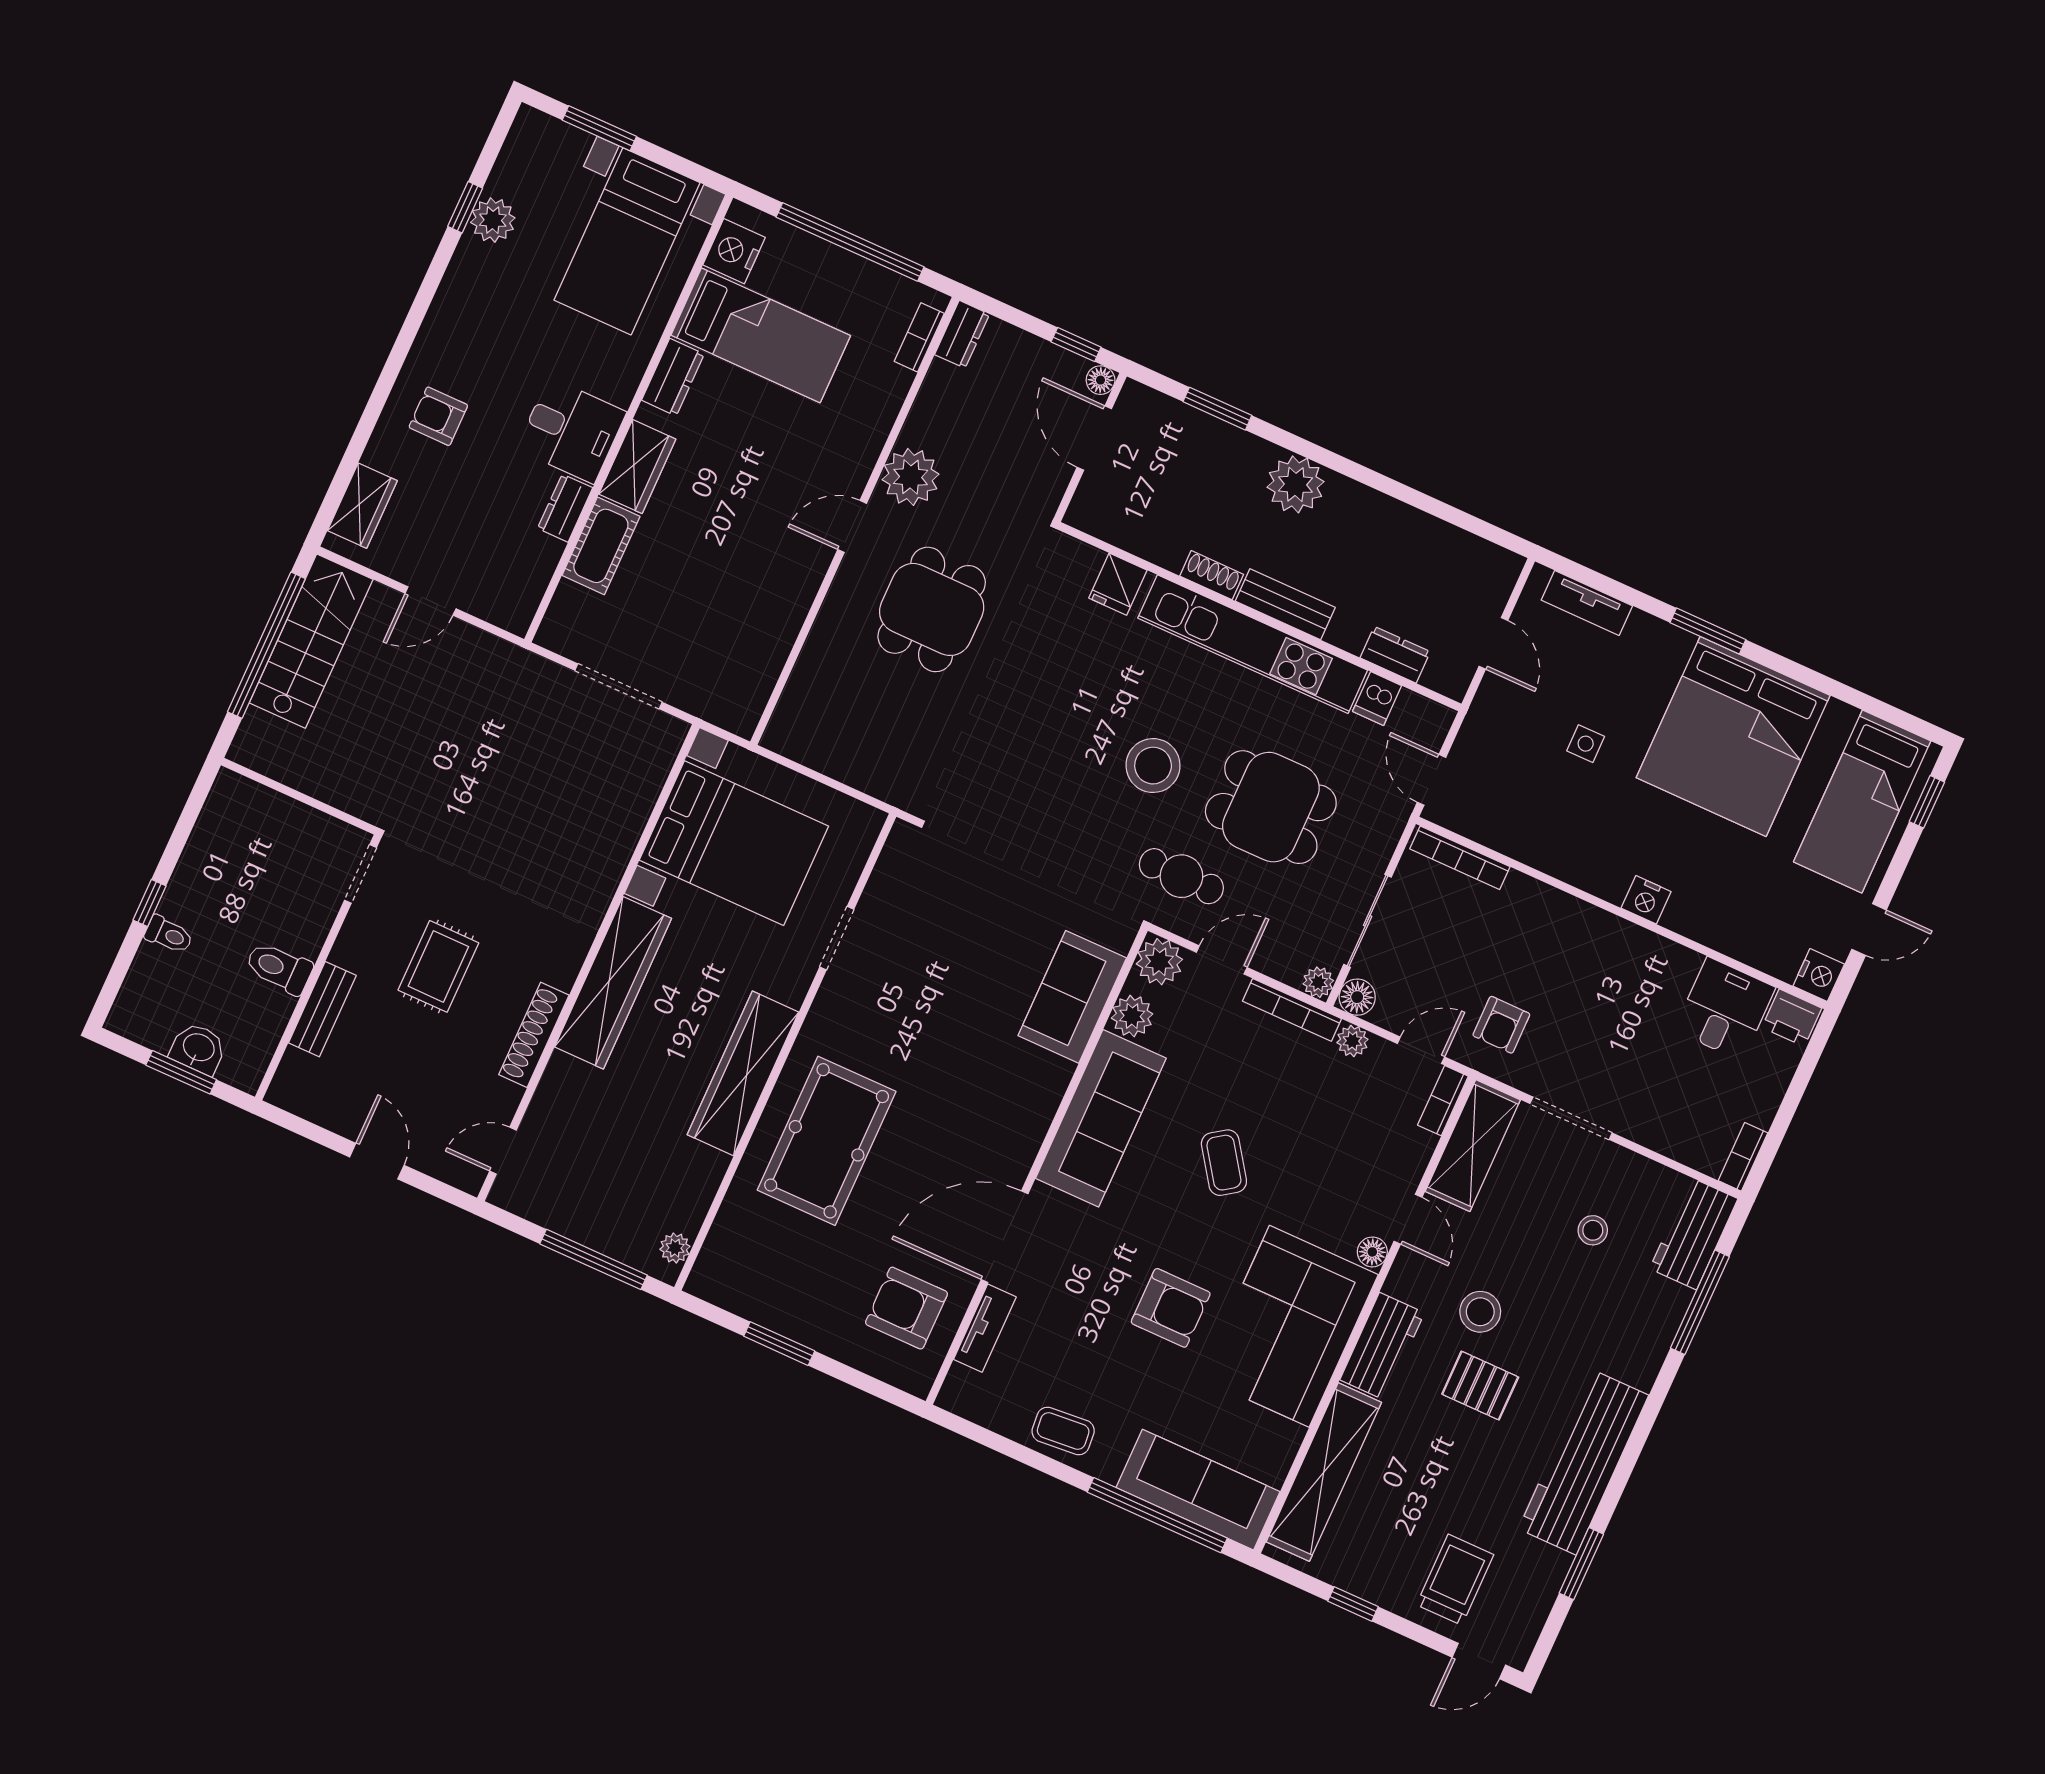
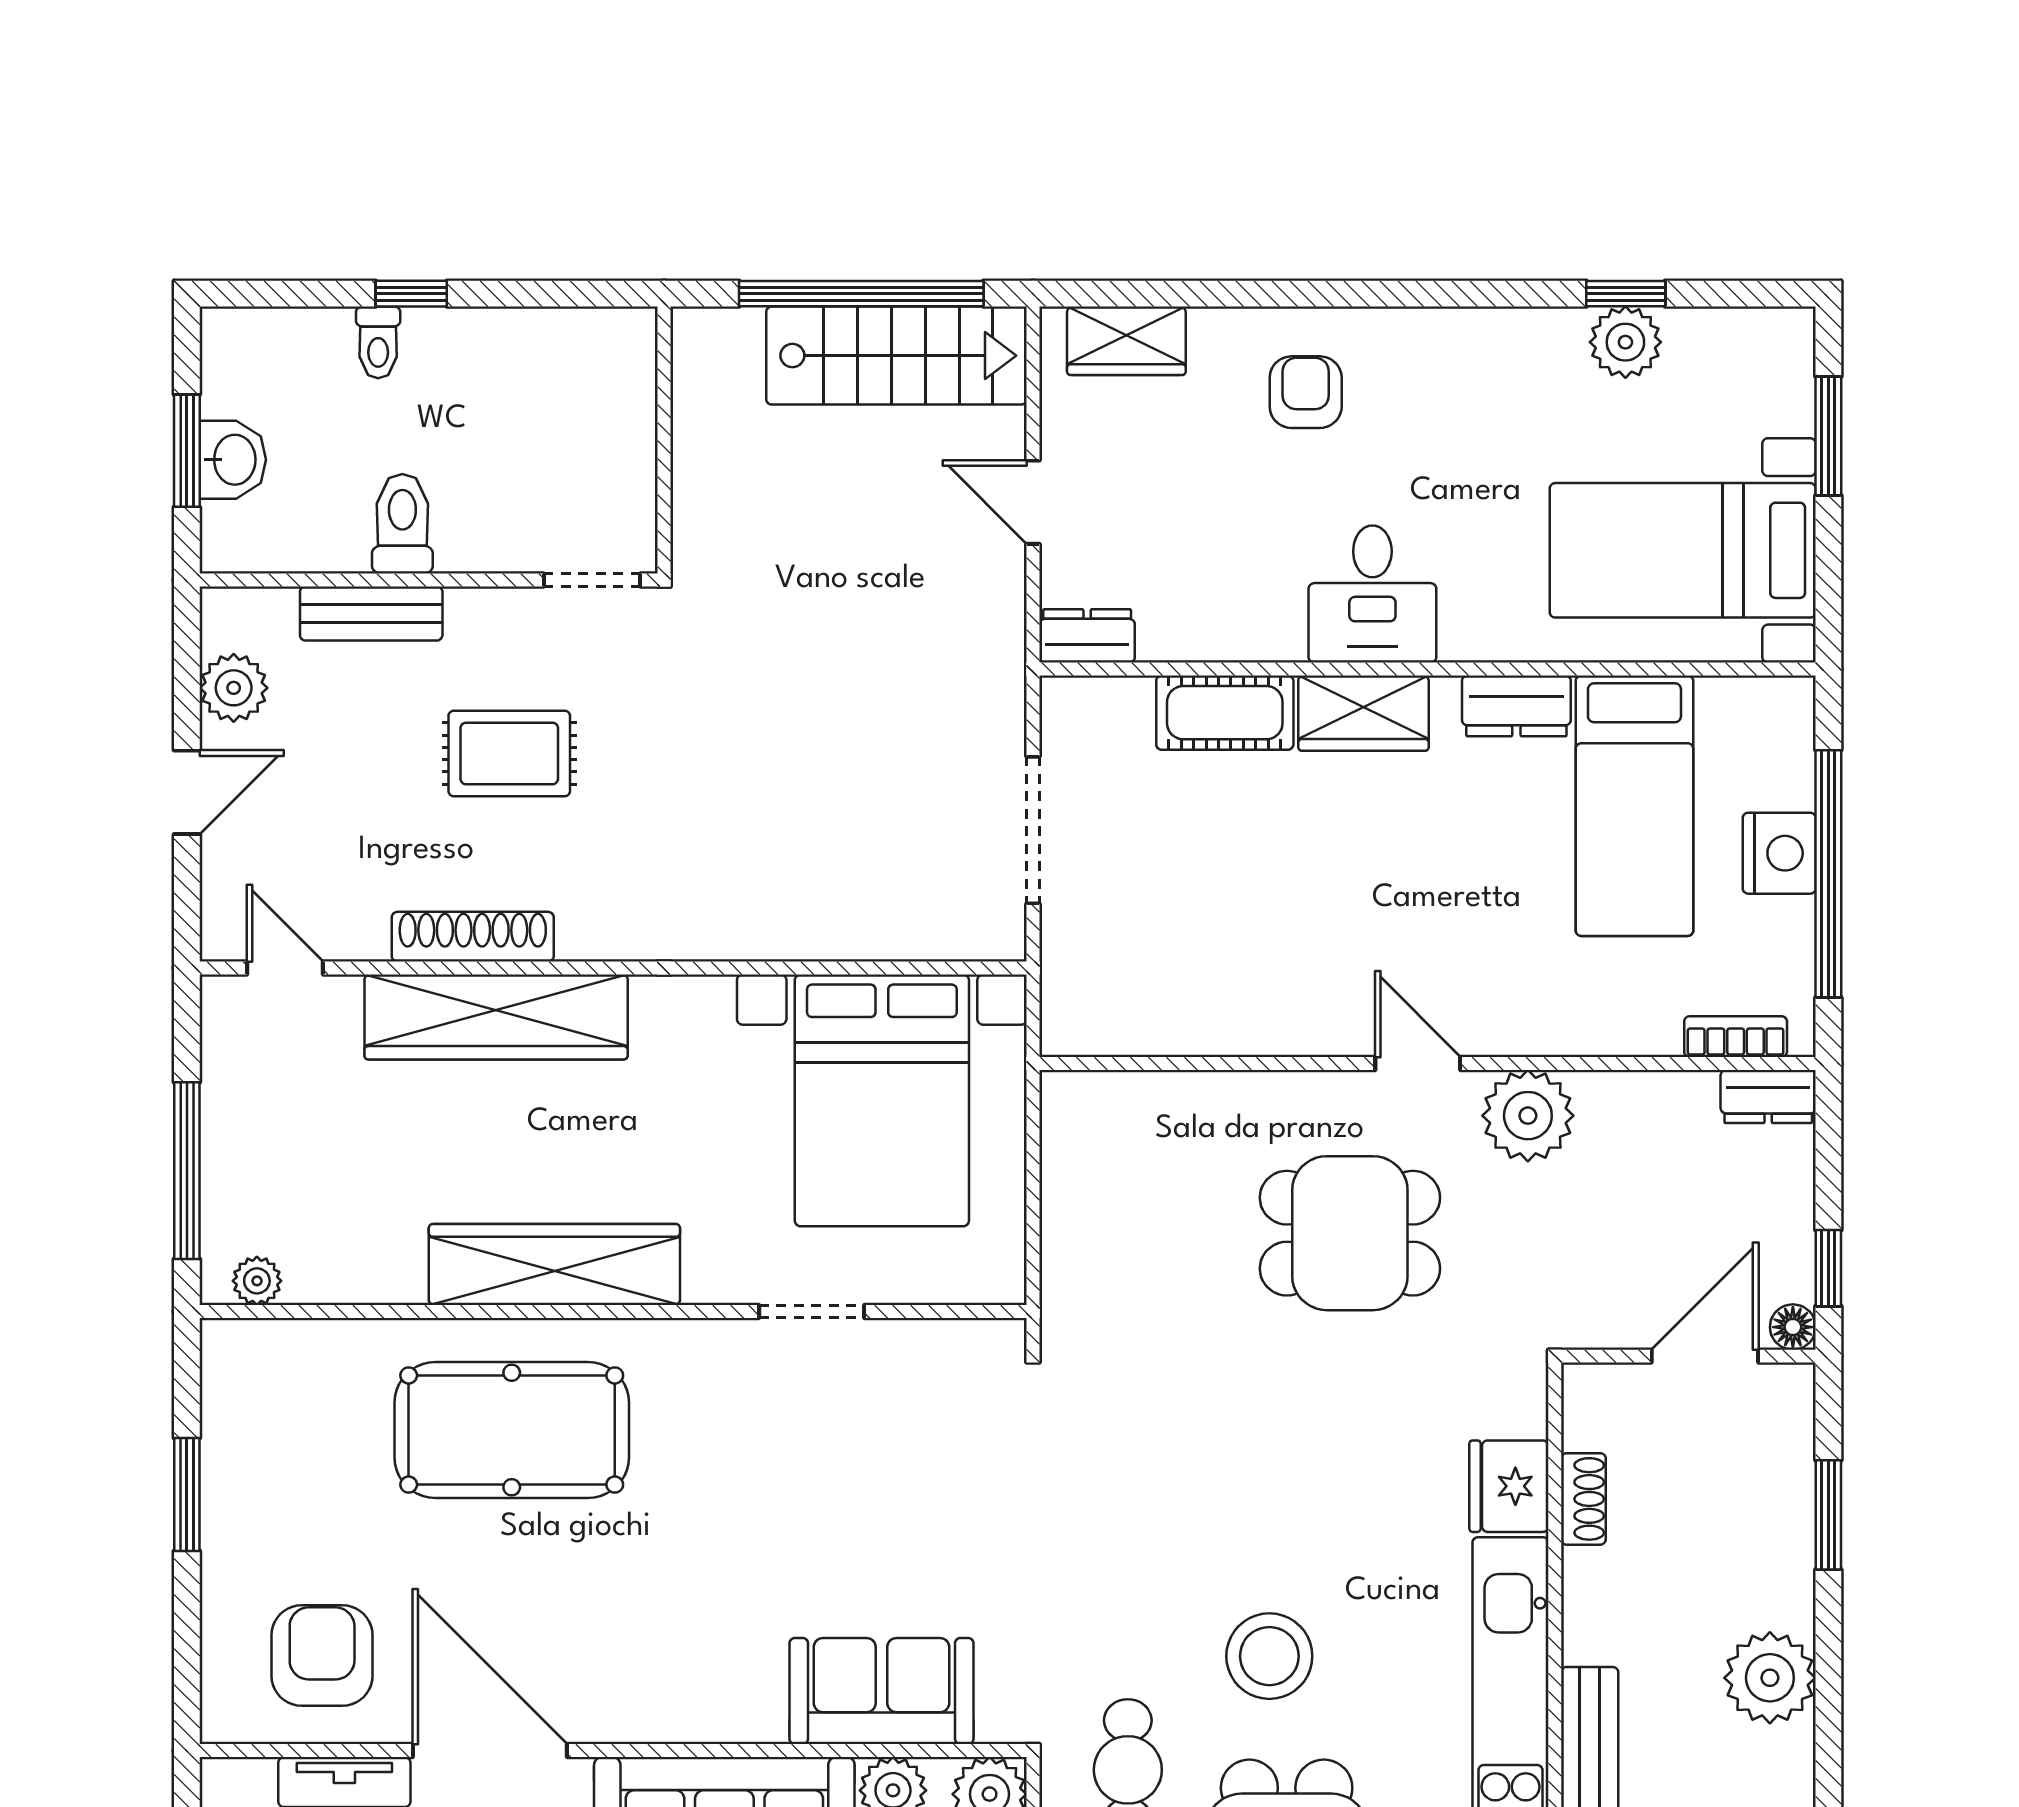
nightstand: (734, 251) -> (1779, 853), moved, turned 90
dresser: (565, 508) -> (1087, 636), moved
shoe rack: (1212, 575) -> (1583, 1499), moved
fridge: (1118, 584) -> (1509, 1486), width x1.38
wardrobe: (613, 983) -> (496, 1017), moved
plant: (329, 1107) -> (234, 688), added

